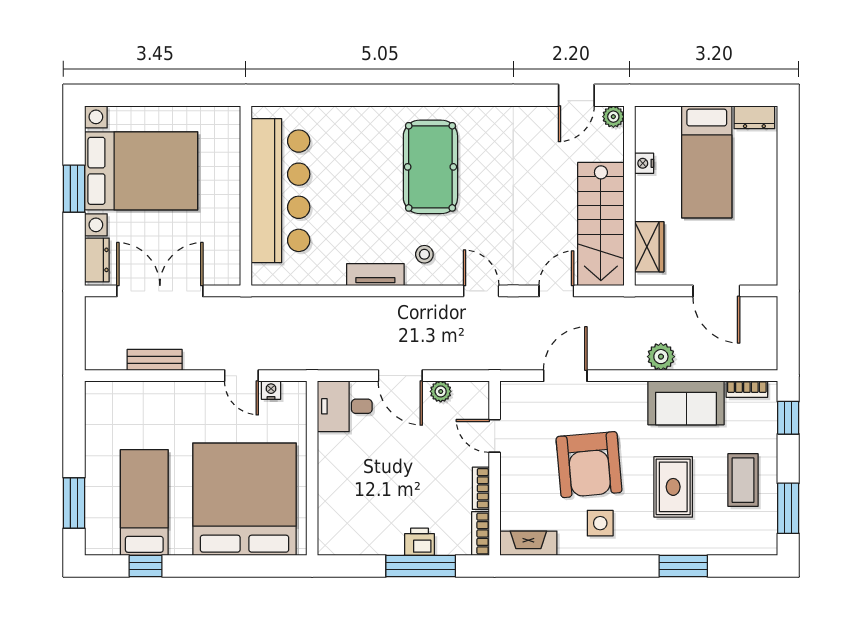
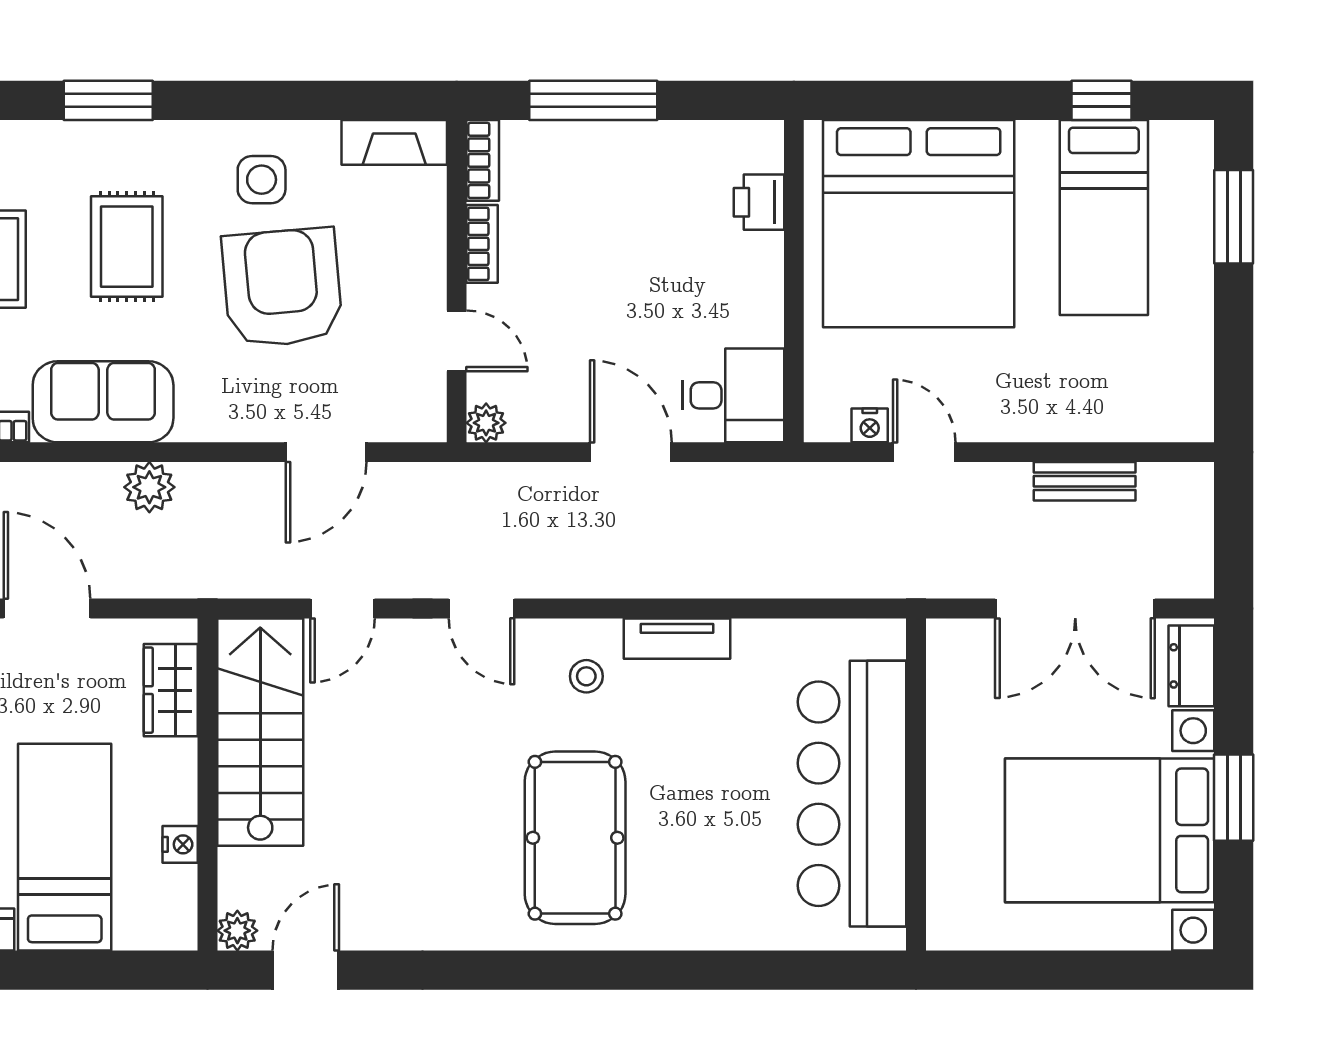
plant: (441, 391) -> (486, 423), moved
printer: (419, 542) -> (759, 202), moved, turned 90

